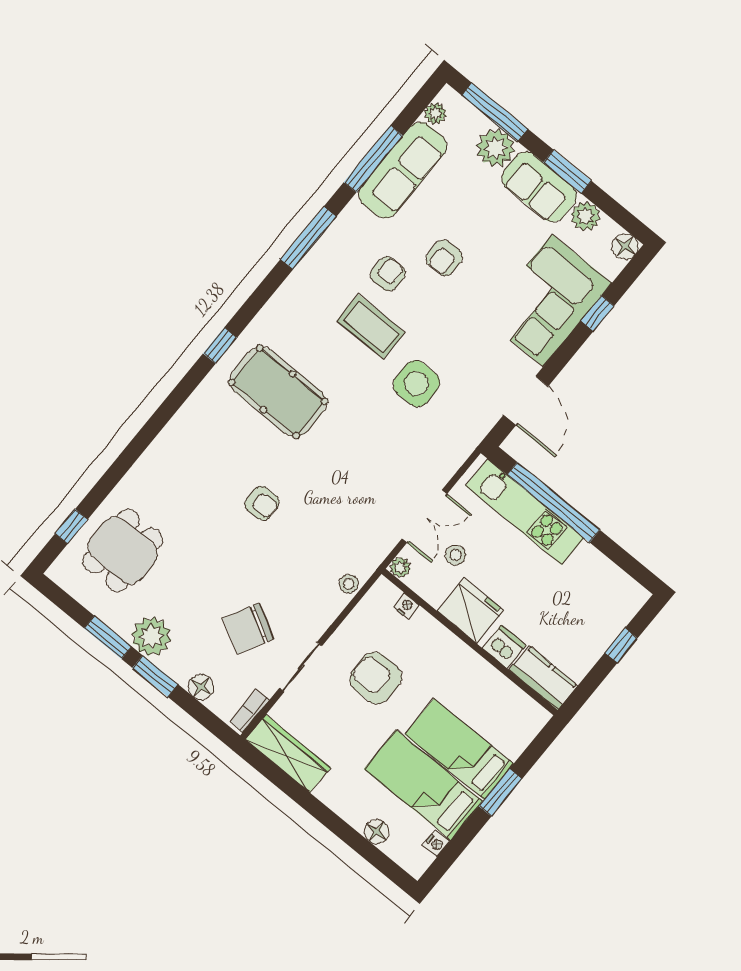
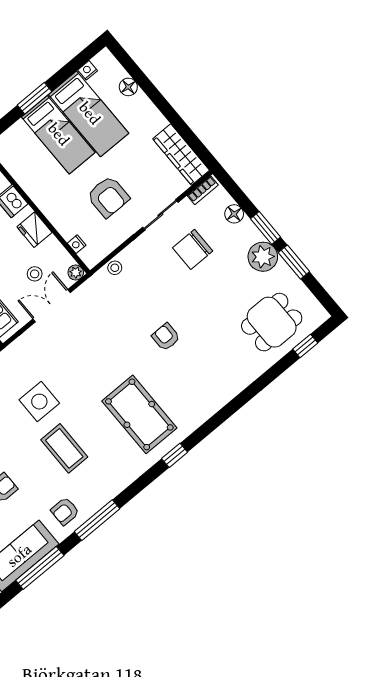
armchair: (388, 274) -> (65, 511), moved
fridge: (470, 611) -> (34, 230), width x0.73, depth x0.75
chair: (248, 629) -> (193, 249), turned 152

